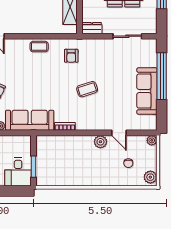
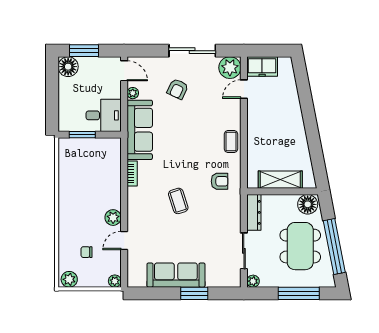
dresser: (92, 28) -> (254, 212), width x1.44
plant: (152, 29) -> (253, 281), added
armchair: (71, 56) -> (220, 181), turned 180
window: (162, 76) -> (194, 293), width x0.47
desk: (18, 172) -> (104, 115), moved, turned 180

